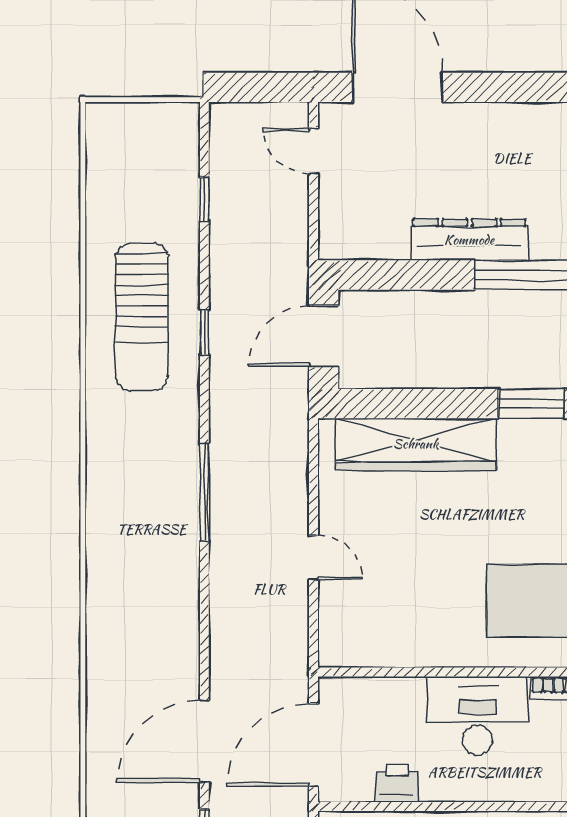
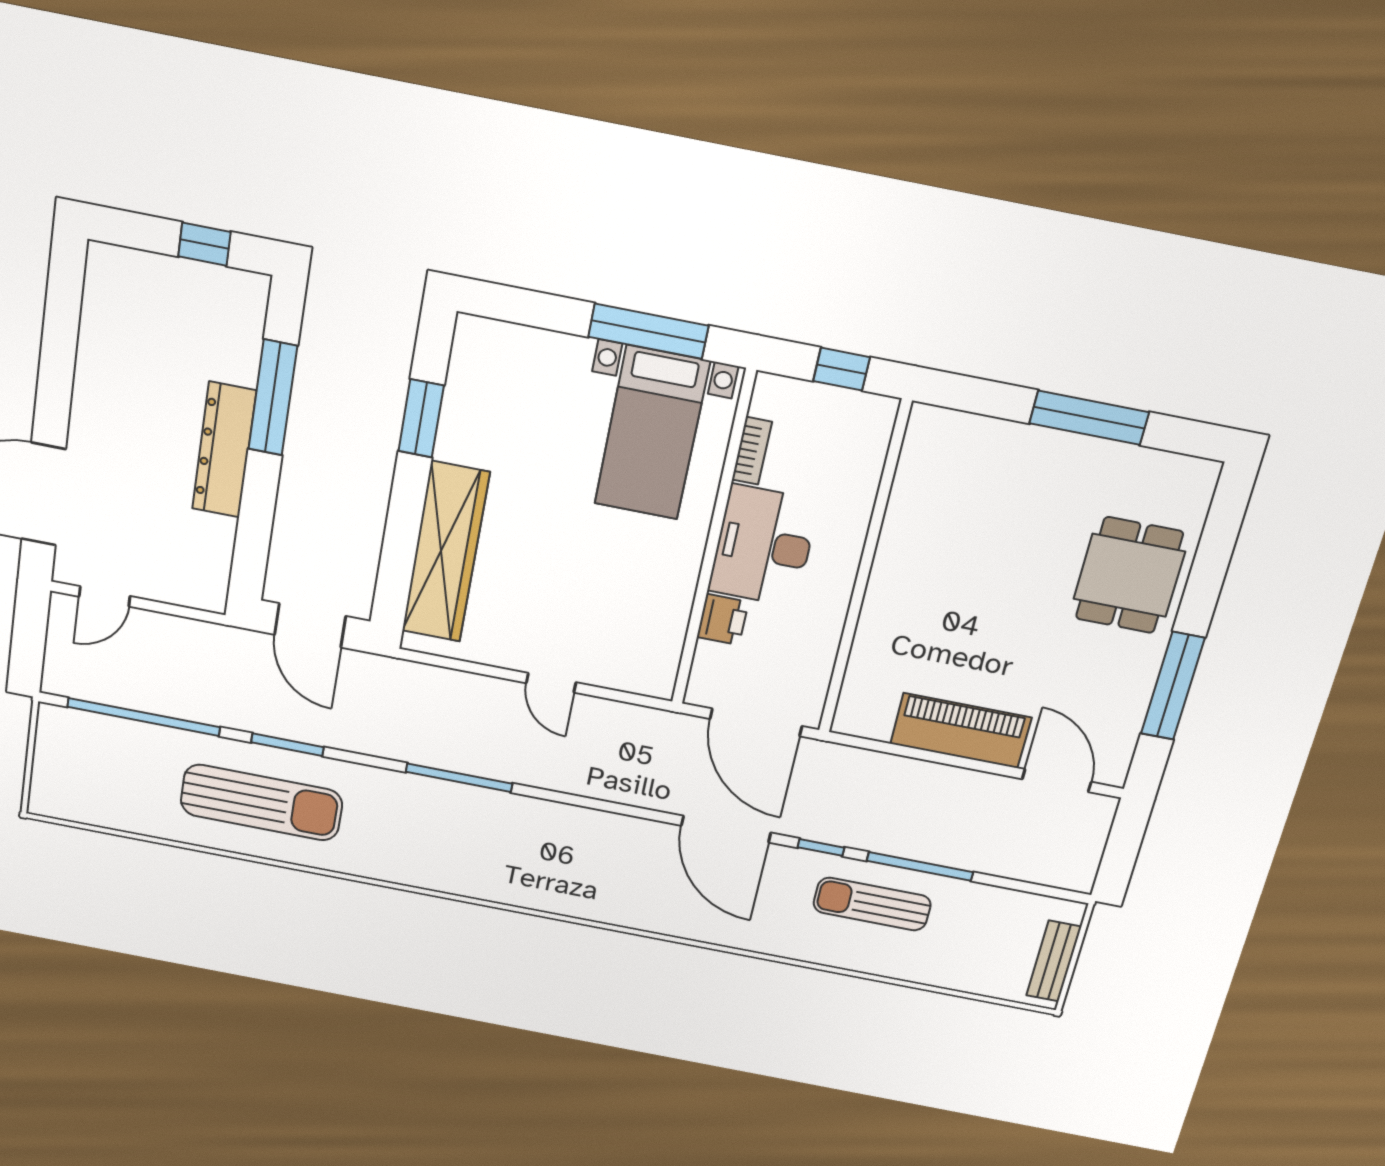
window: (204, 199) -> (144, 717), width x3.17
window: (204, 332) -> (287, 745), width x1.50
door: (313, 558) -> (551, 683), swing flipped
printer: (397, 783) -> (723, 619), moved, turned 180

